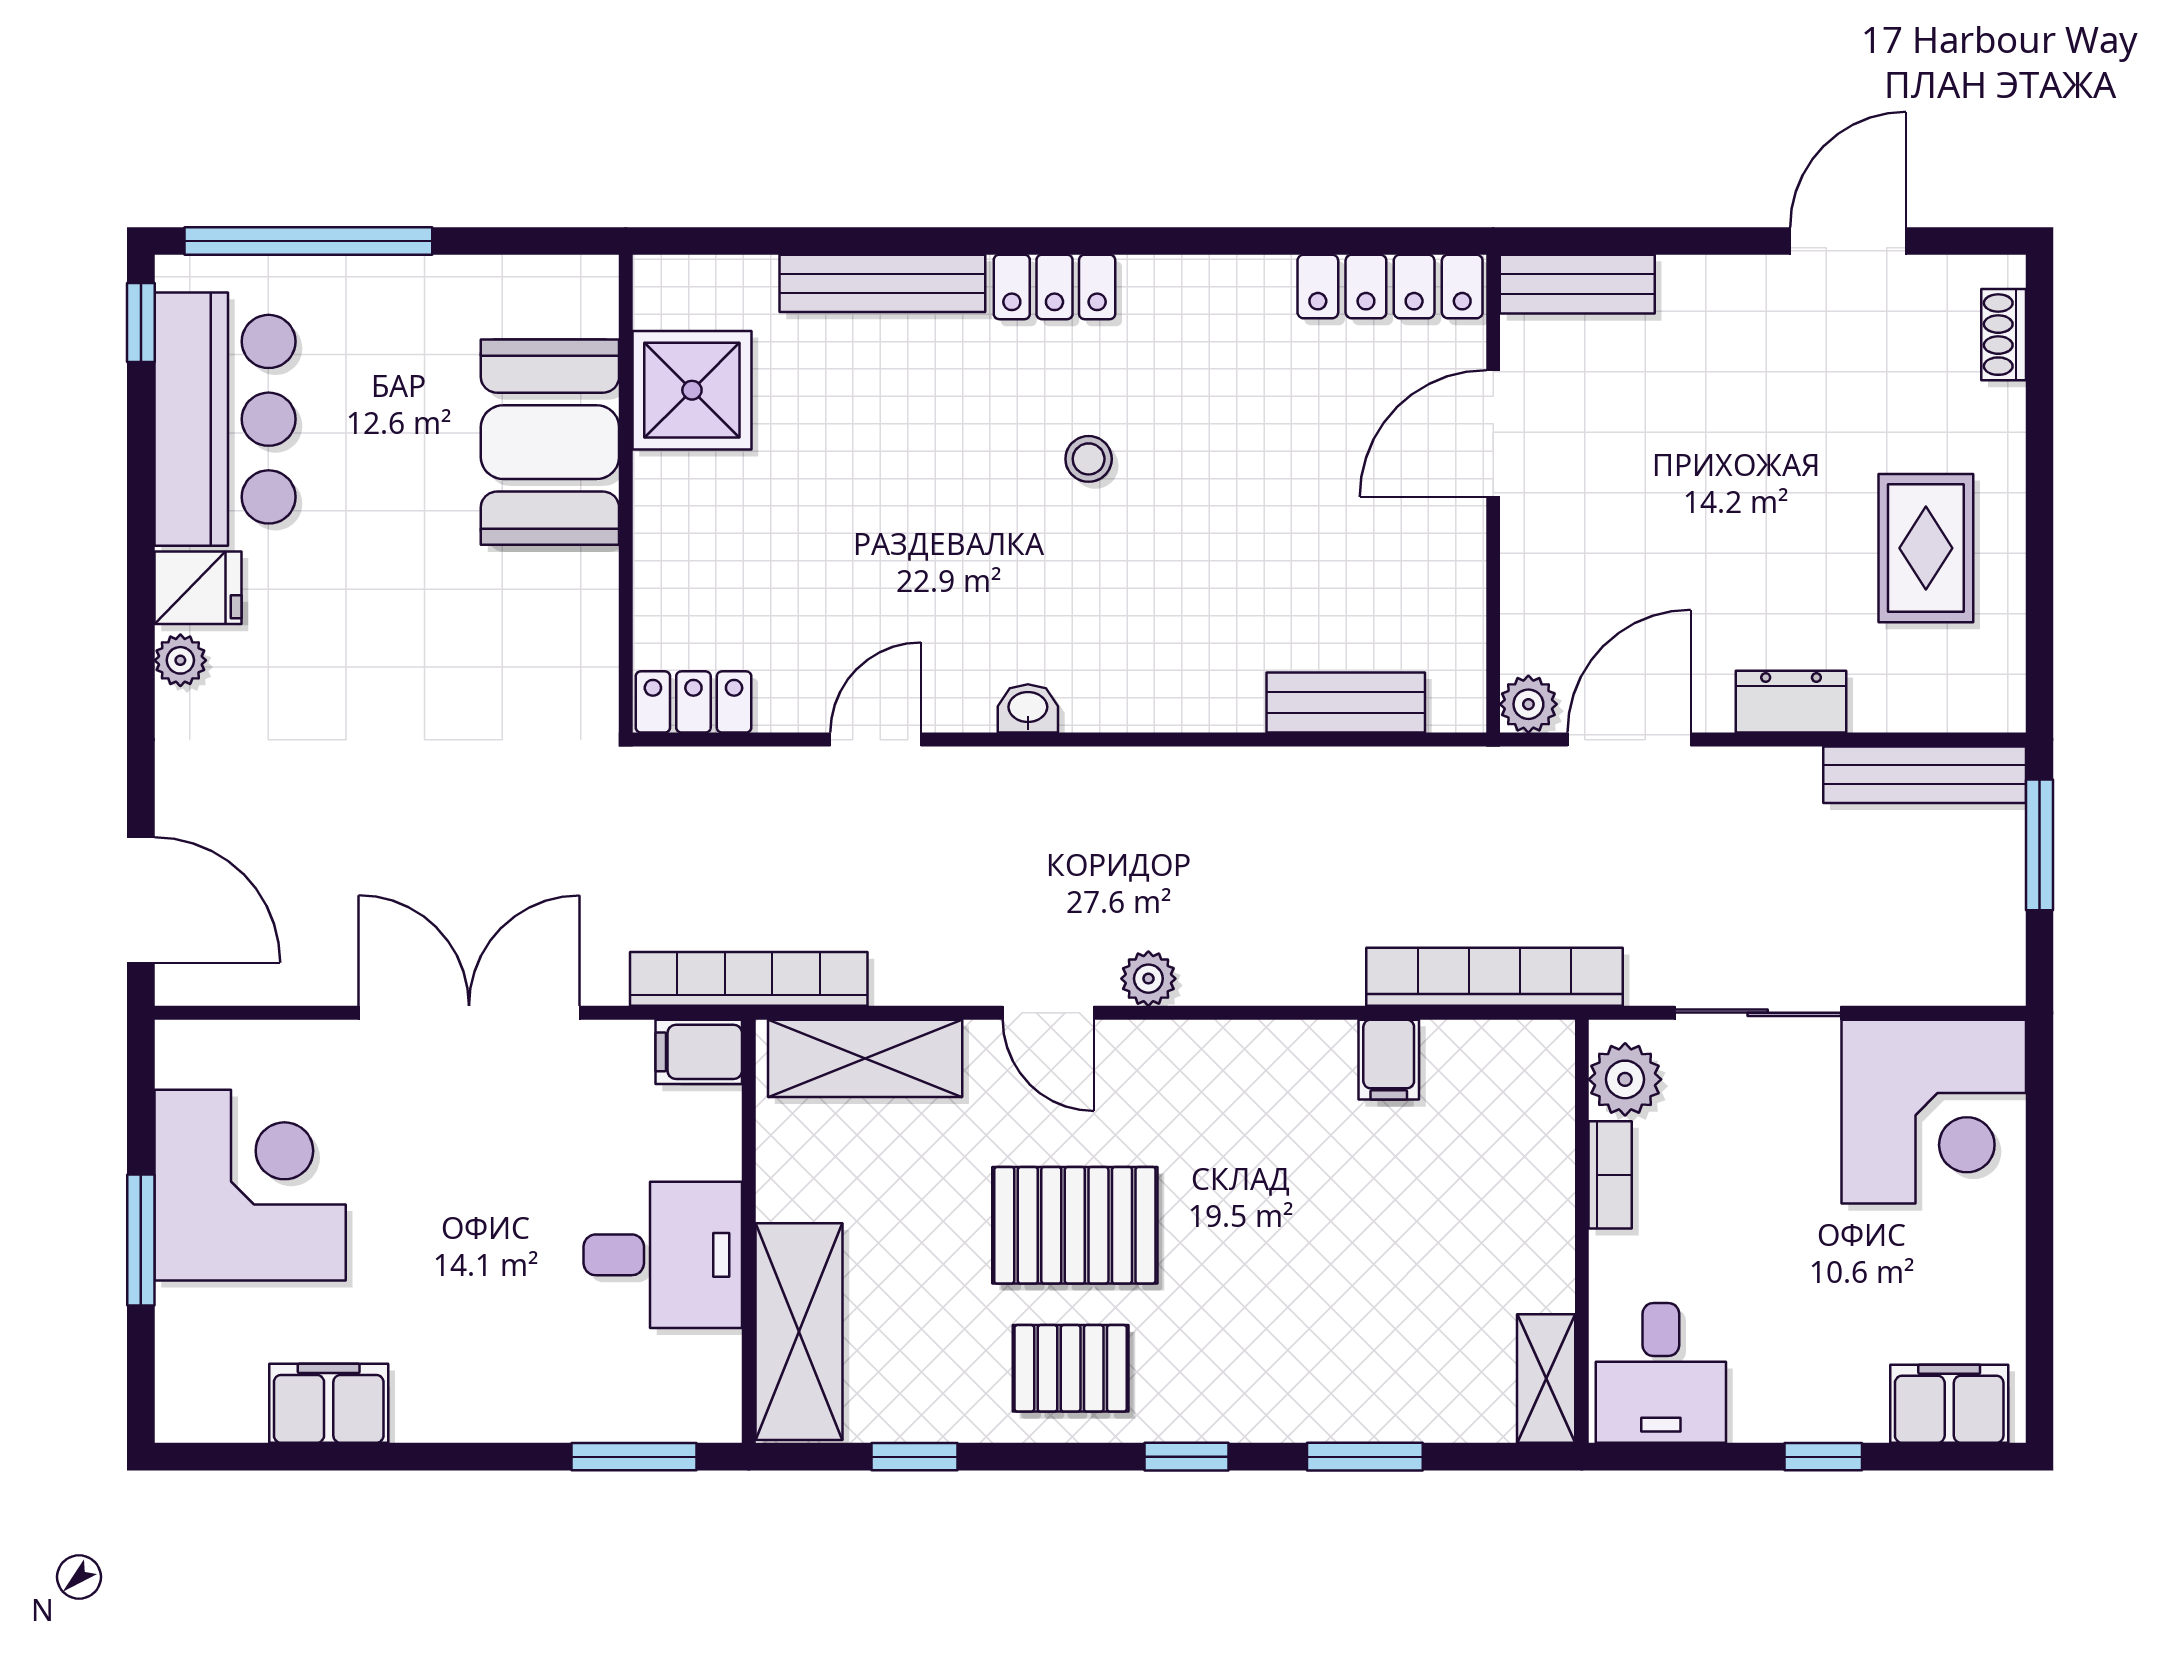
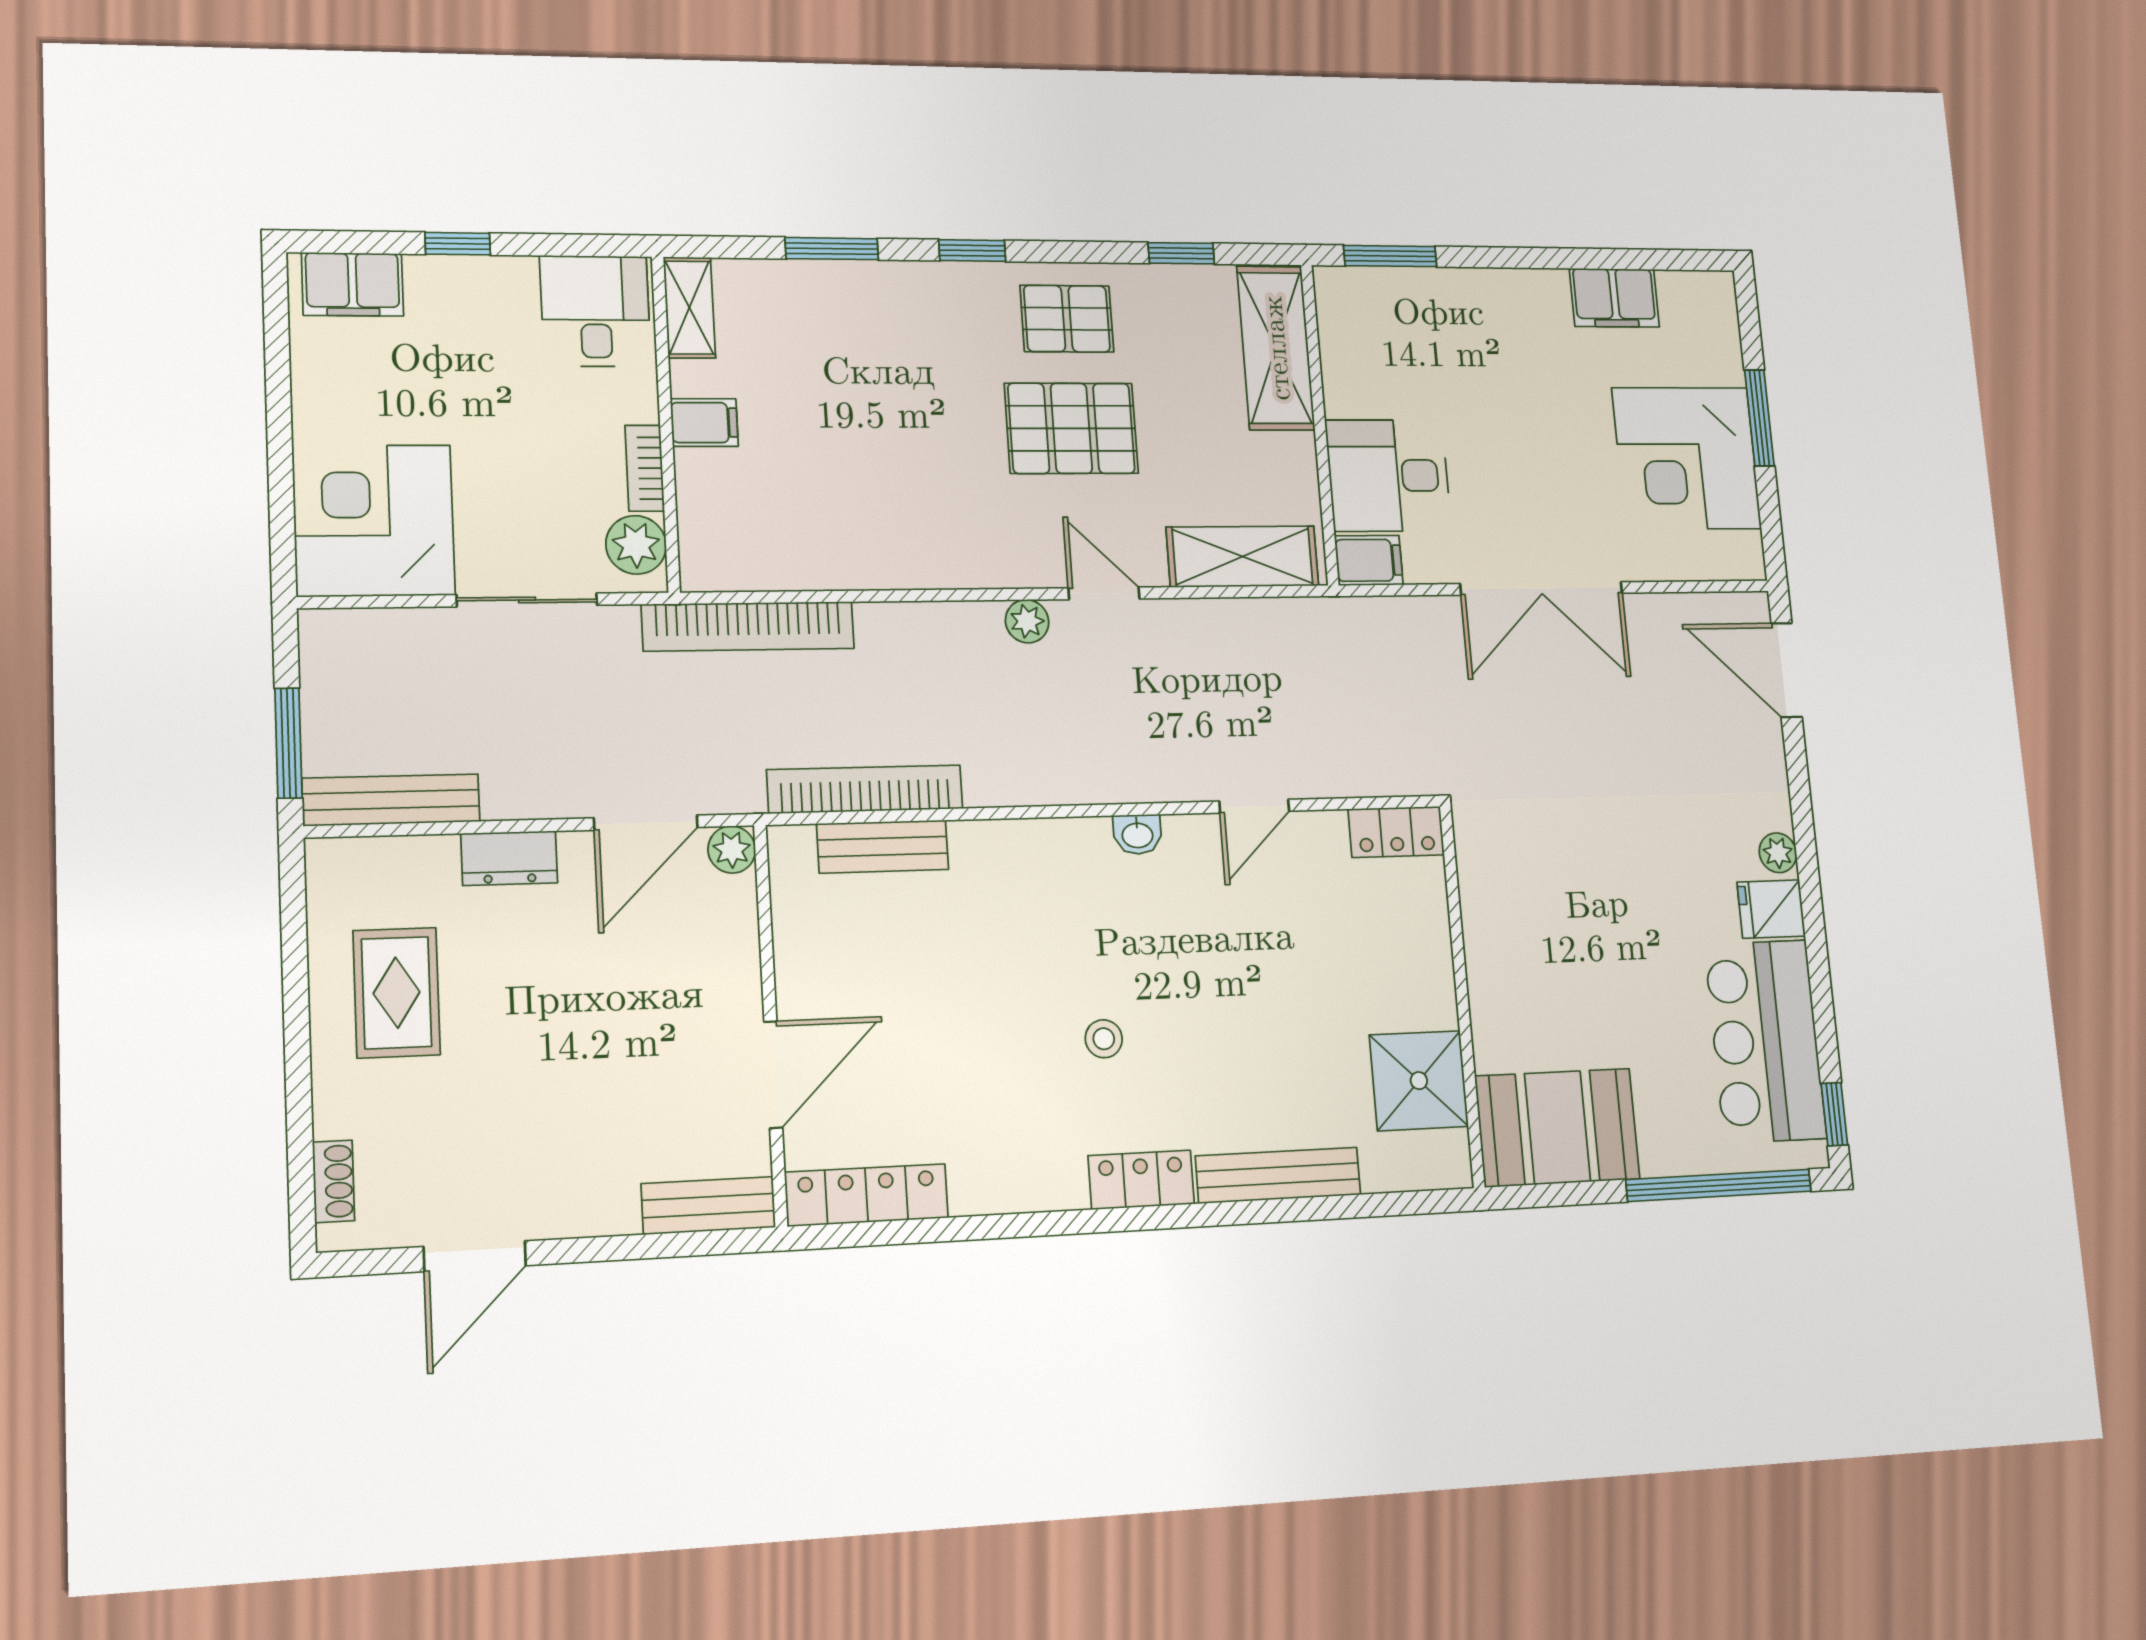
booth: (550, 442) -> (1557, 1128), moved, turned 90
bookcase: (749, 979) -> (865, 789), moved, turned 180
filing cabinet: (1389, 1060) -> (704, 423), moved, turned 90
desk: (663, 1255) -> (1388, 476), moved

